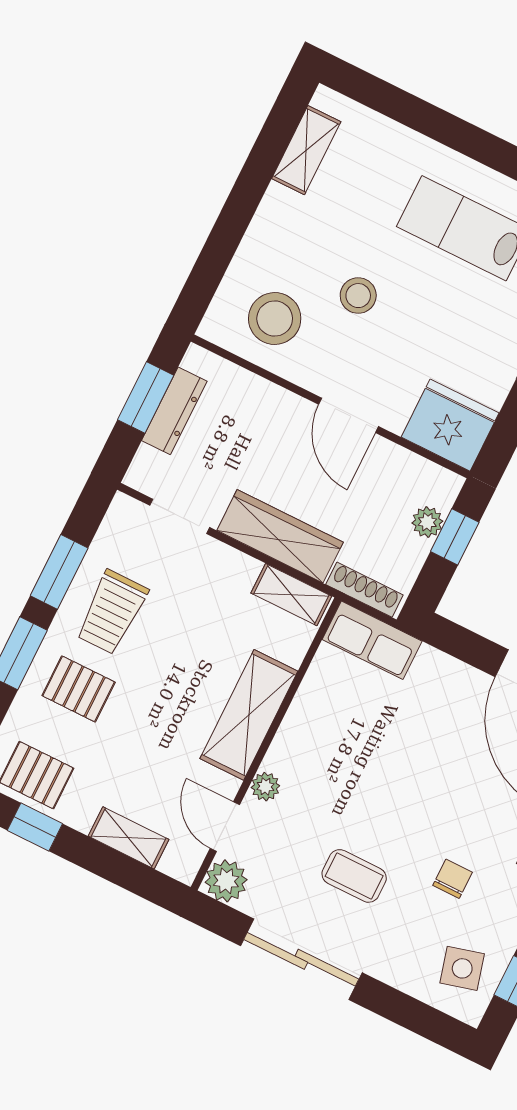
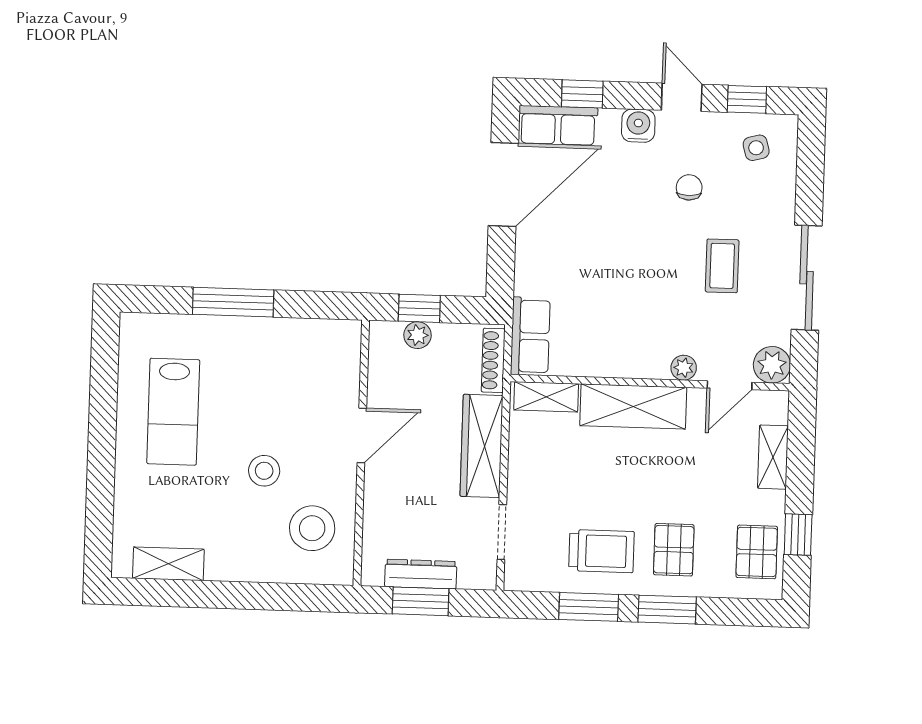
fridge: (450, 425) -> (333, 352), removed
shelving: (291, 595) -> (546, 397), moved, turned 90
chair: (453, 879) -> (689, 187), turned 90
side table: (462, 968) -> (756, 148), width x0.73, depth x0.73

